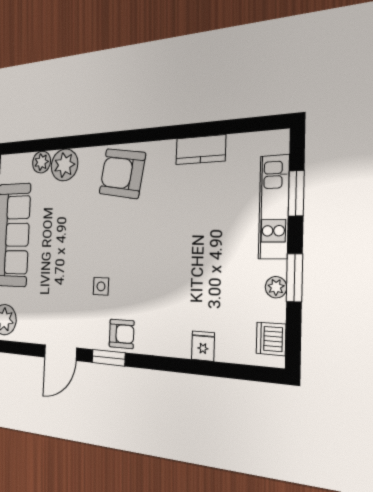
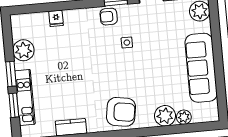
window: (294, 278) -> (11, 74), moved
plant: (276, 287) -> (23, 50), width x1.87, depth x1.87
dishwasher: (271, 339) -> (19, 29), removed

